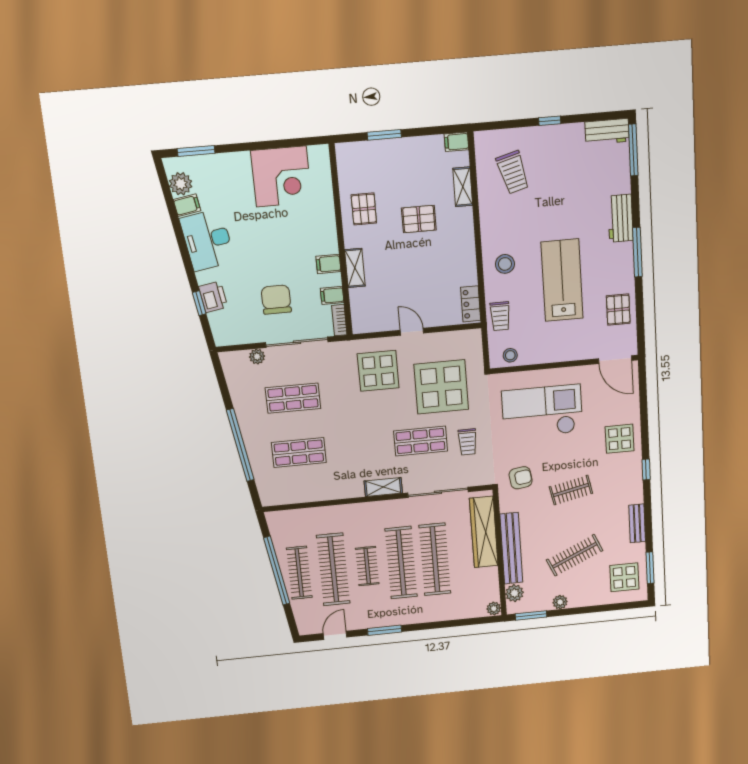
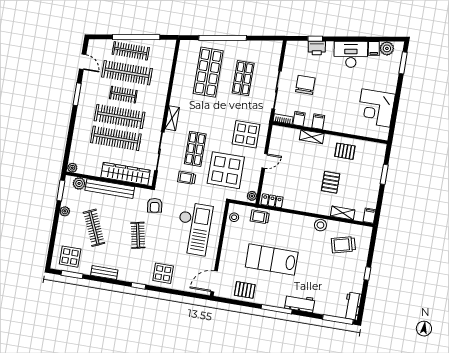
stool: (505, 264) -> (320, 225), moved
lab bench: (562, 280) -> (272, 260), turned 180
chair: (276, 300) -> (305, 85), turned -90
plant: (257, 357) -> (252, 196), moved
shop shelf: (299, 453) -> (208, 72), width x1.43, depth x1.36

